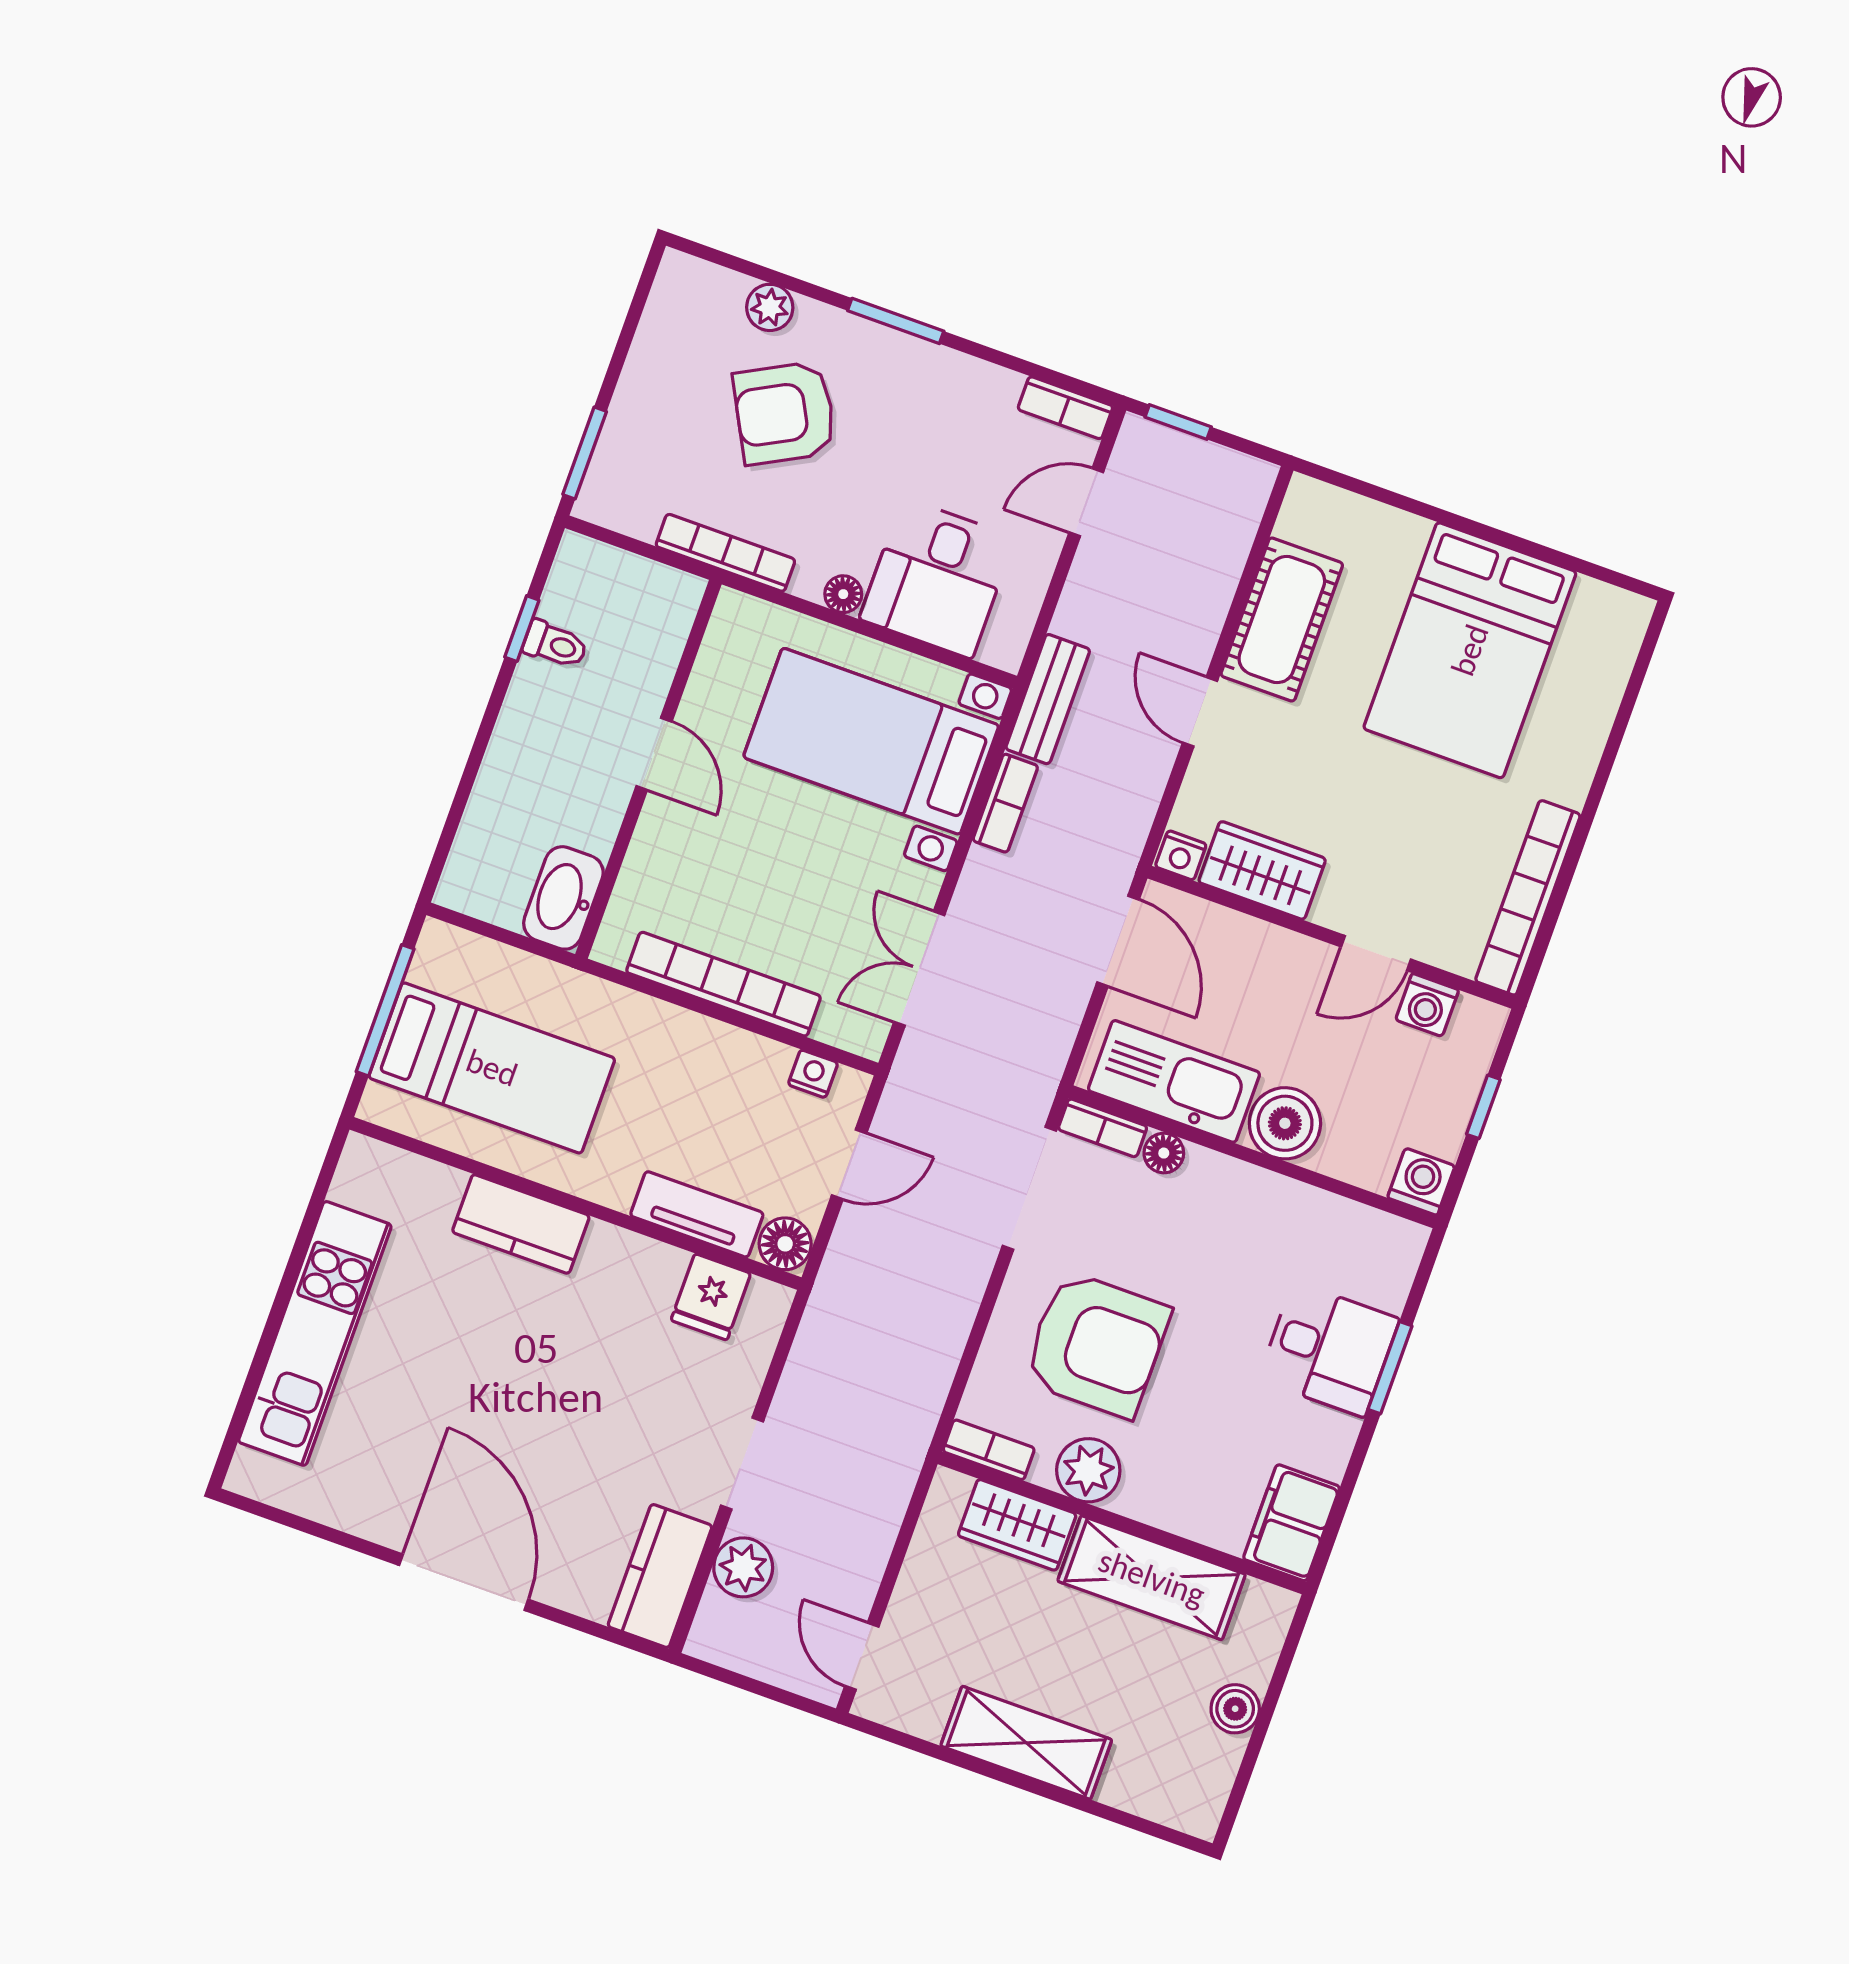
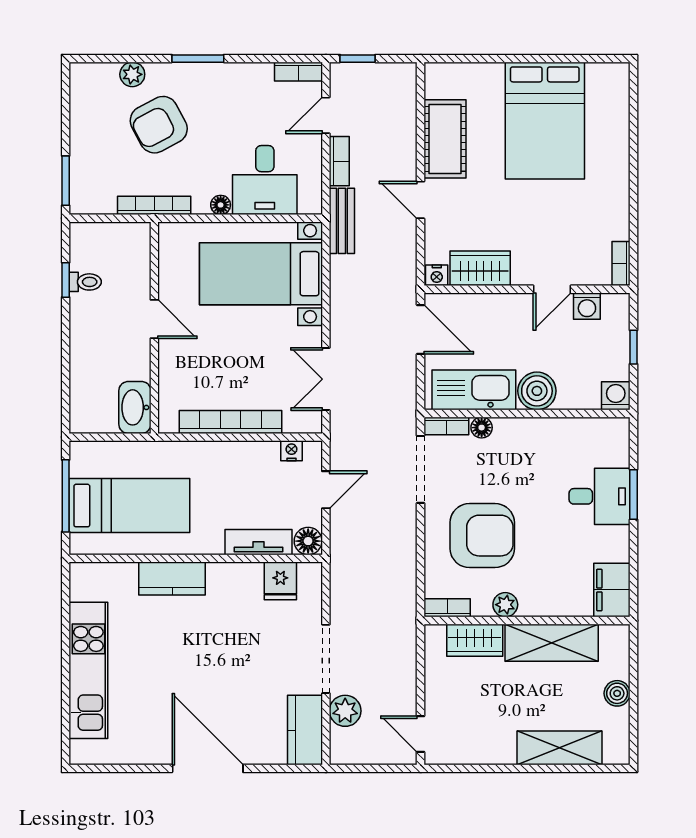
bookcase: (1005, 803) -> (339, 161), moved
bookcase: (1528, 898) -> (621, 263), width x0.43, depth x0.76
doorway: (742, 1463) -> (326, 659), width x1.38
plant: (1088, 1470) -> (505, 605), width x0.73, depth x0.73
shelving: (1026, 1743) -> (559, 748), moved

